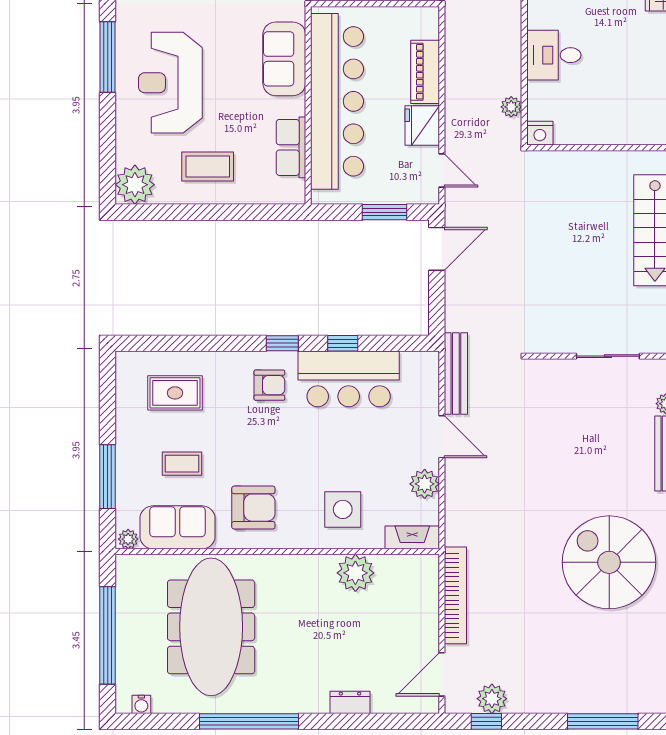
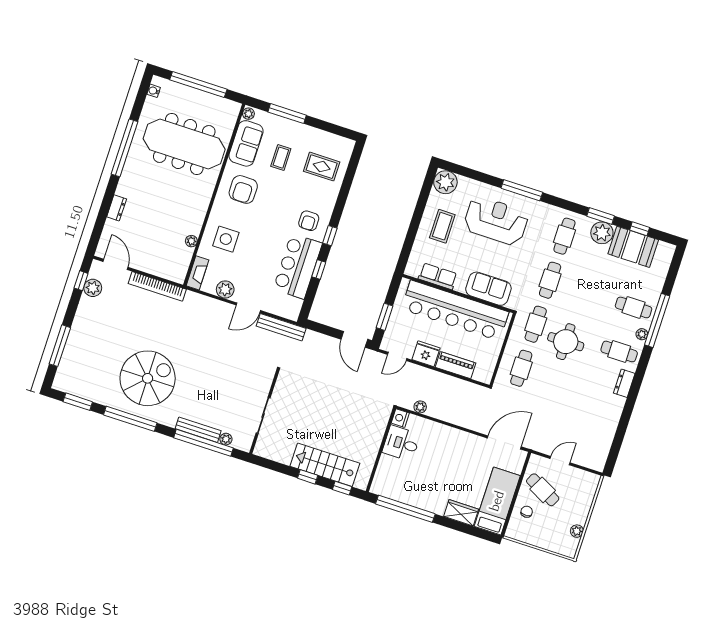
desk: (554, 55) -> (401, 443), moved, turned -90
rug: (175, 393) -> (322, 167), turned 90
plant: (355, 573) -> (191, 241), width x0.53, depth x0.53

